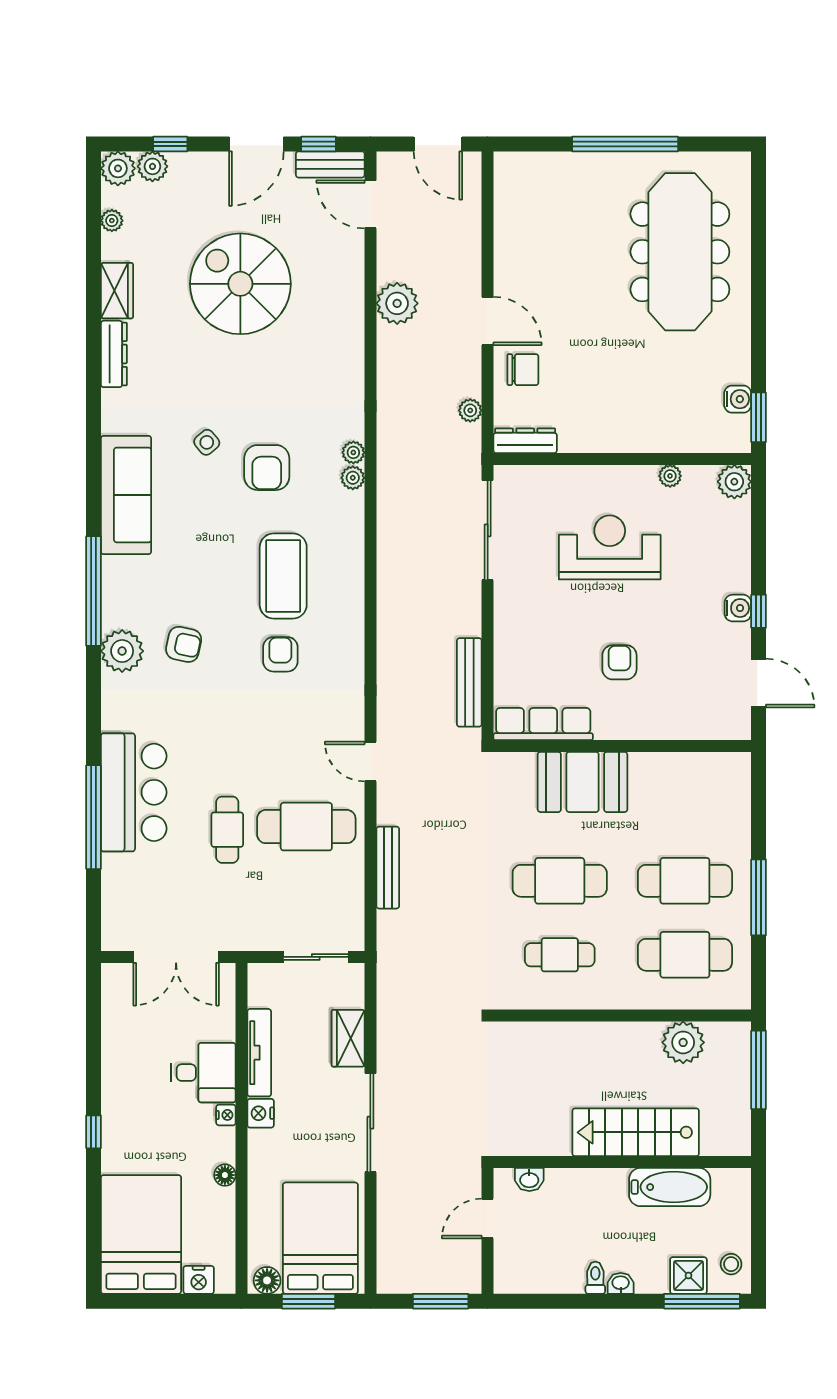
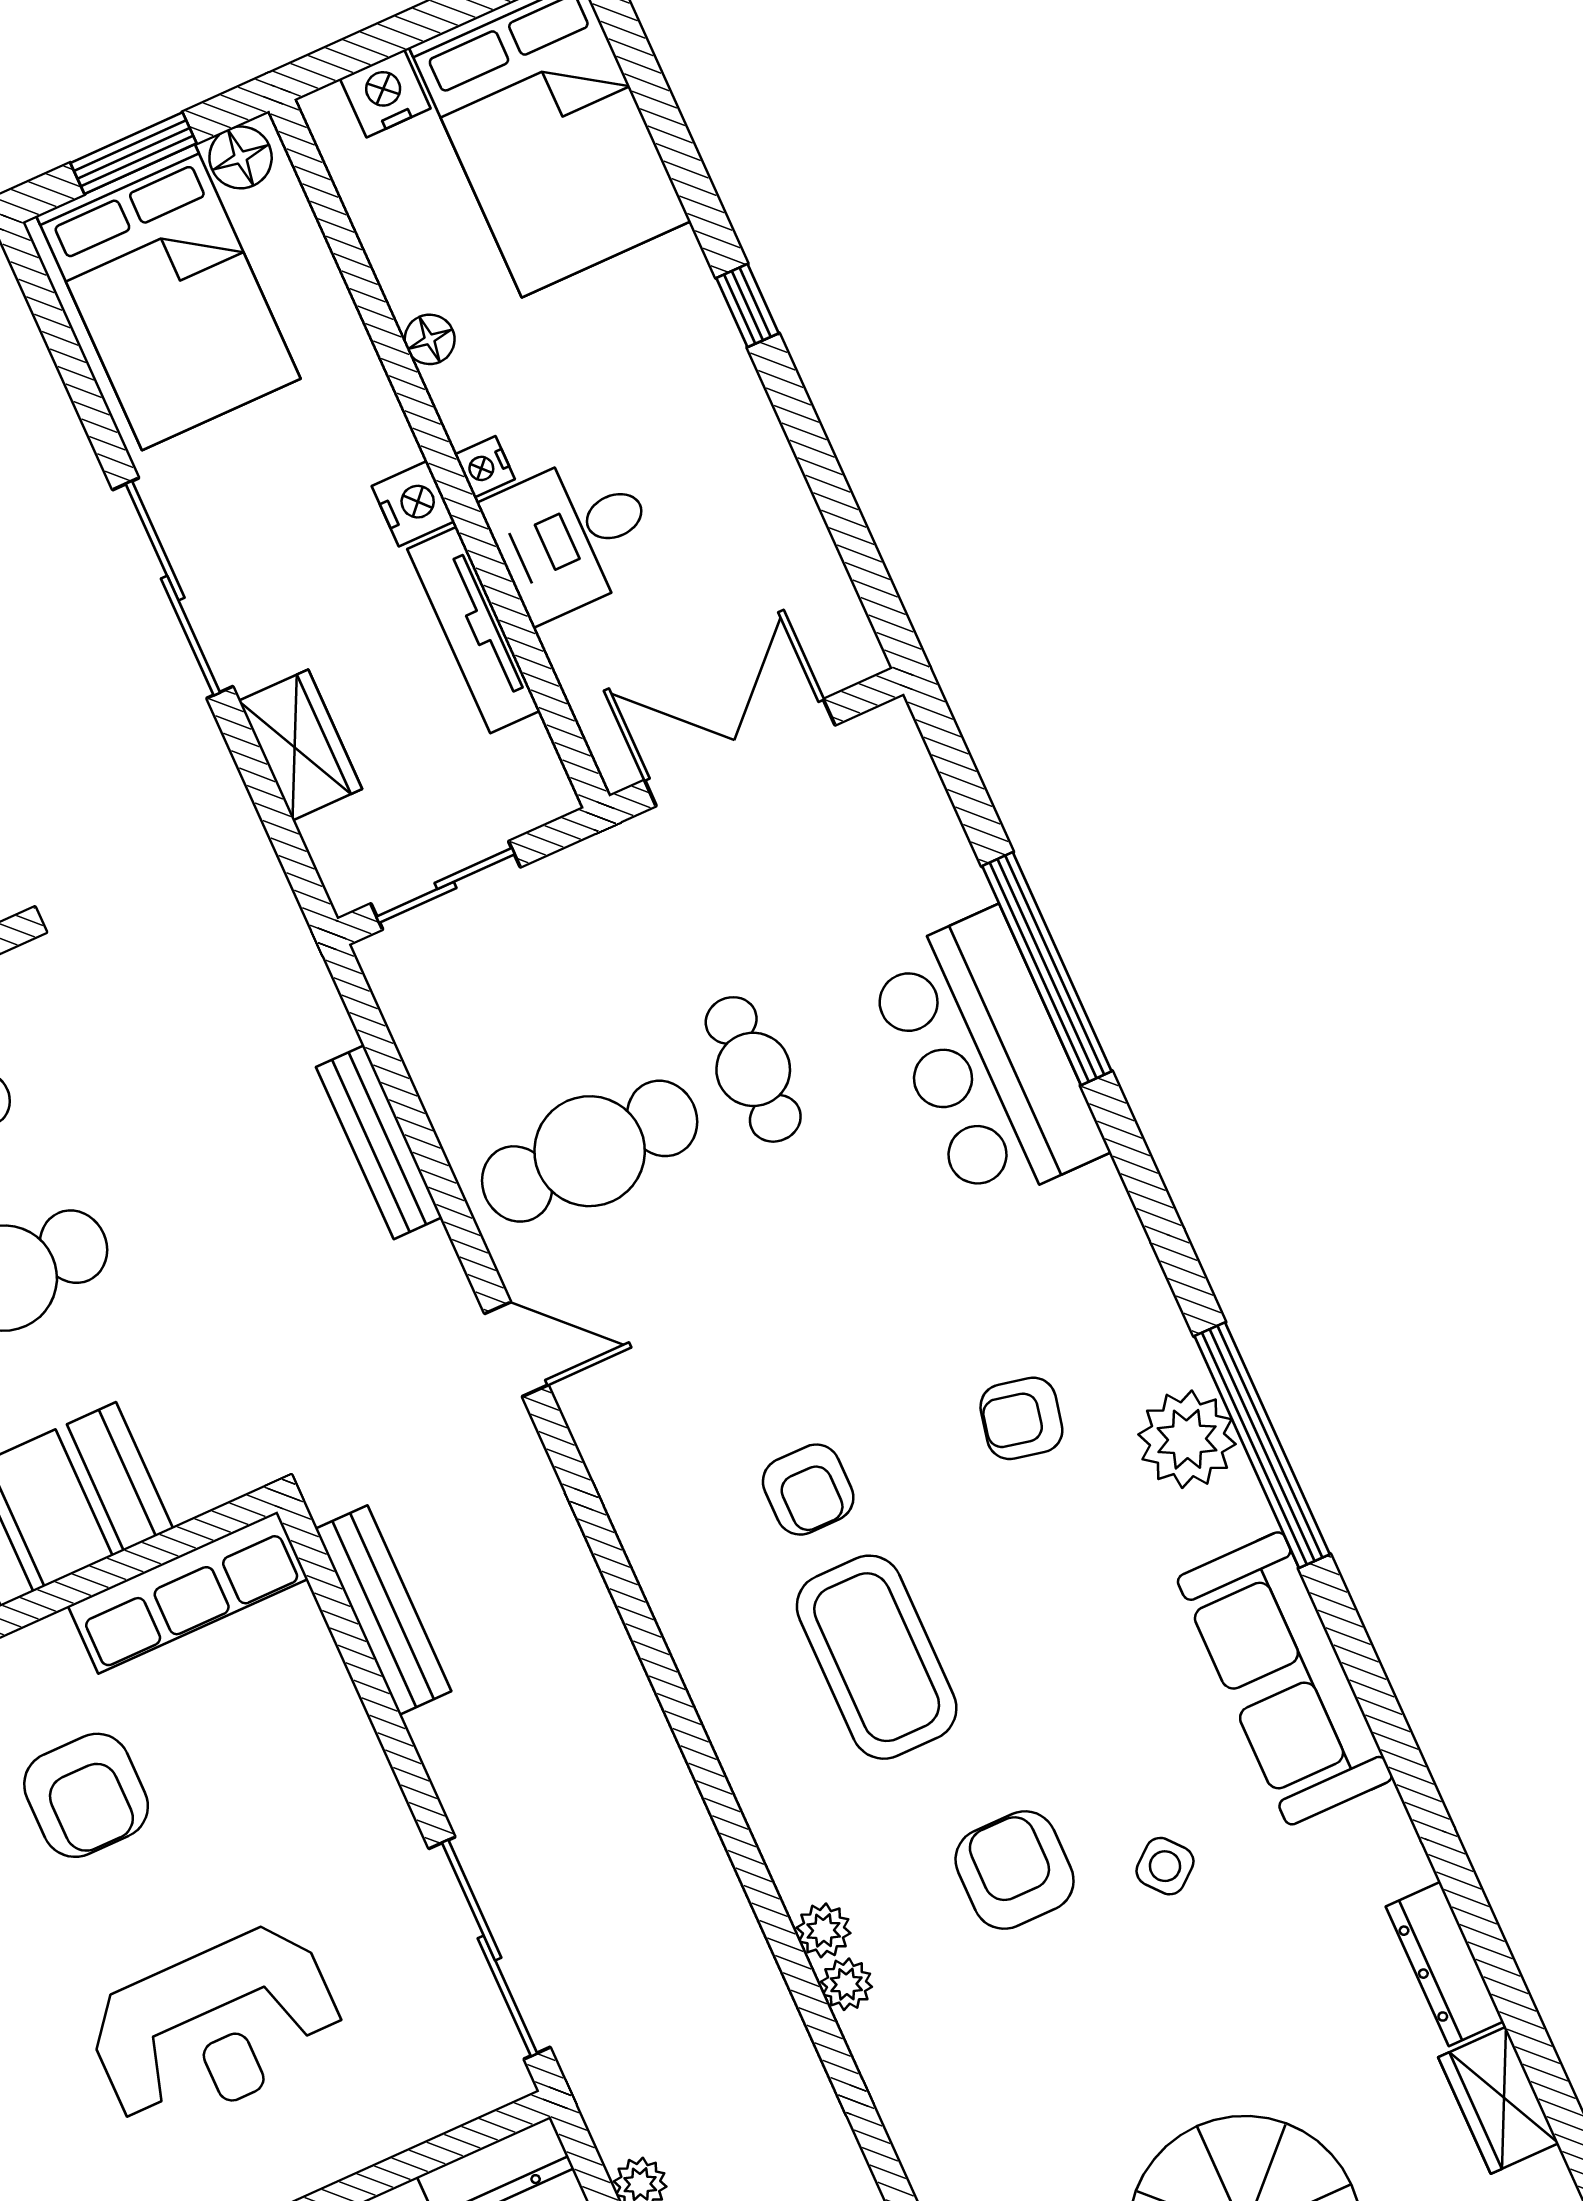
plant: (122, 651) -> (1187, 1439), moved
armchair: (619, 662) -> (86, 1795), width x1.38, depth x1.38

